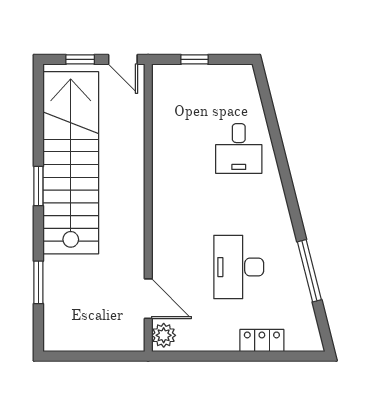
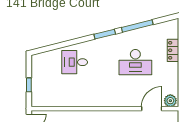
desk: (239, 148) -> (75, 62), turned 180
window: (293, 207) -> (105, 34), added

